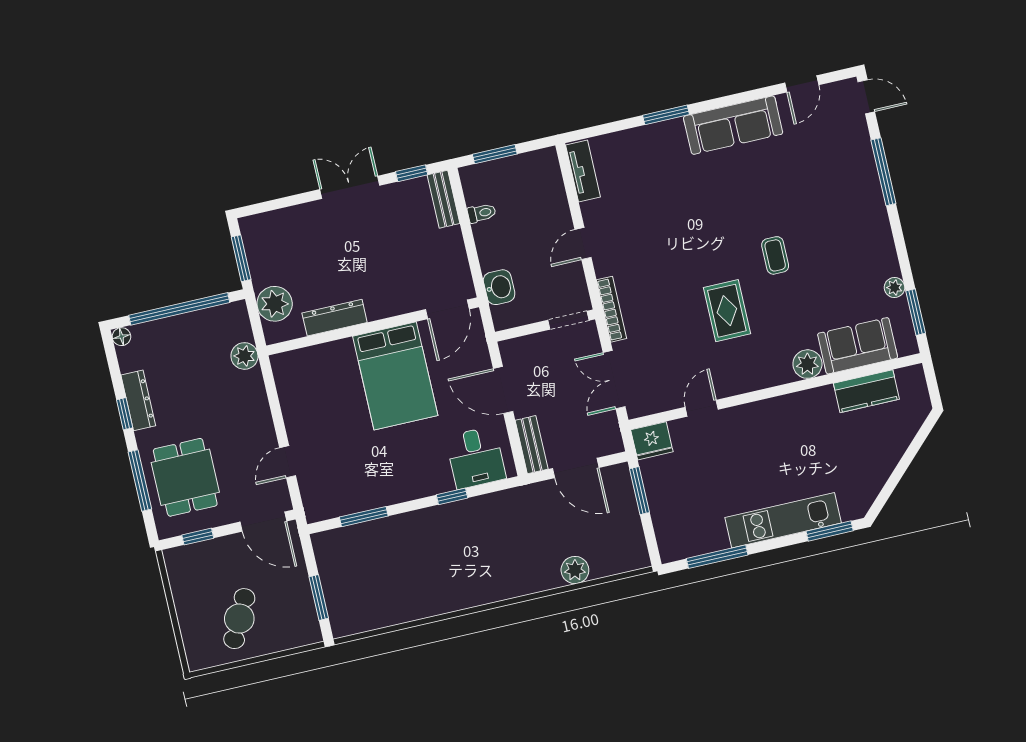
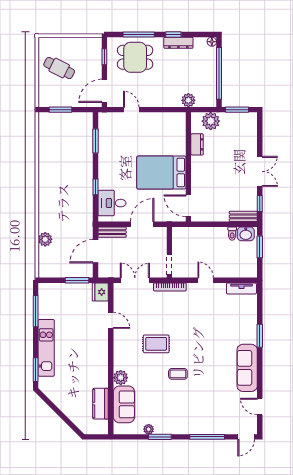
washbasin: (499, 287) -> (246, 234), moved
window: (916, 312) -> (160, 437), moved
dresser: (335, 318) -> (197, 144), width x0.70

